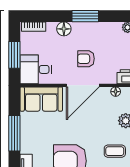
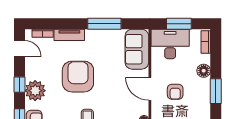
armchair: (86, 59) -> (175, 92), turned 180
desk: (36, 69) -> (170, 44), width x1.37
door: (83, 85) -> (150, 89), width x0.73

